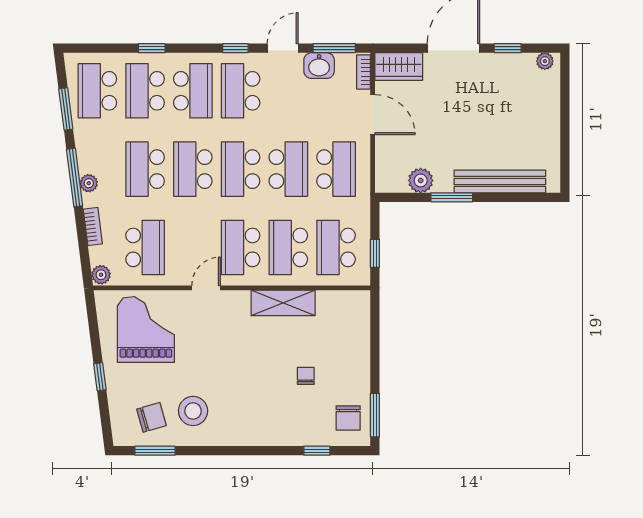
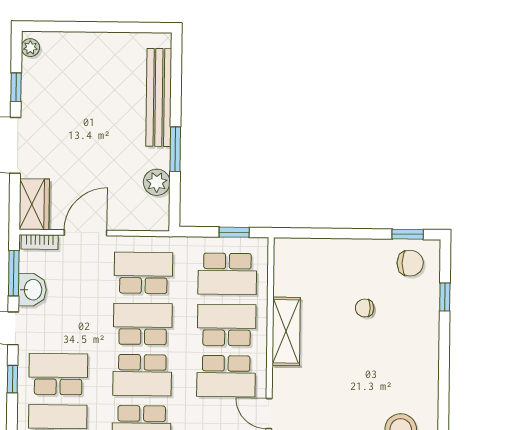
school desk: (241, 91) -> (58, 374), turned 180
school desk: (288, 247) -> (227, 325), turned 180
window: (375, 415) -> (408, 234), width x0.67

